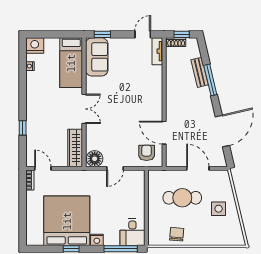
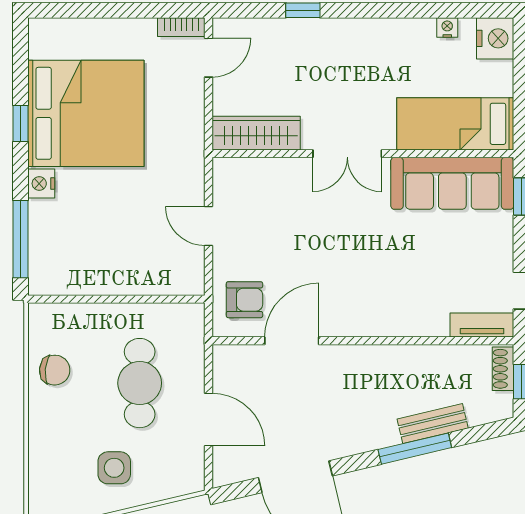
sofa: (97, 57) -> (452, 183), width x1.36
floor lamp: (95, 159) -> (231, 178), removed
door: (198, 168) -> (208, 419), hinge flipped
desk: (132, 232) -> (59, 267), removed

